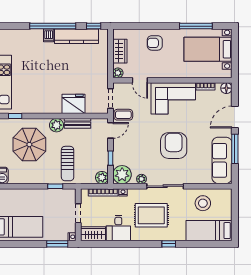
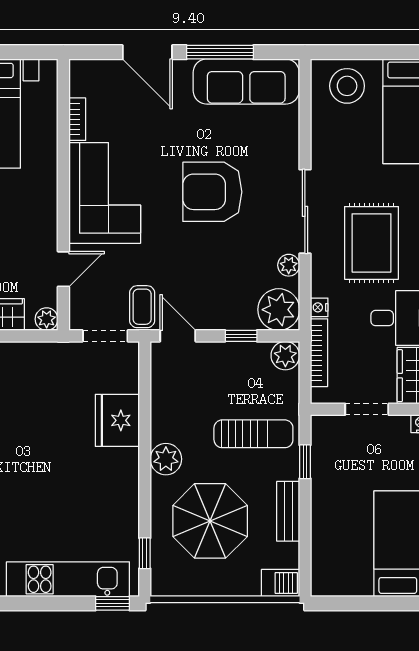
floor lamp: (226, 88) -> (81, 72), removed
bench: (77, 123) -> (288, 511), moved
stool: (203, 203) -> (347, 86), moved

